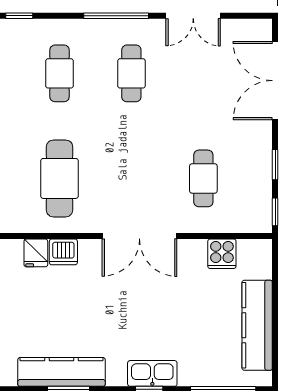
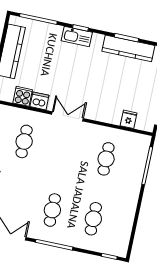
cafe table: (60, 178) -> (106, 159), width x0.73, depth x0.74
double door: (139, 236) -> (67, 116), width x0.73
dishwasher: (63, 252) -> (39, 101), moved

